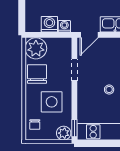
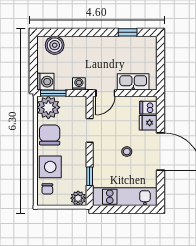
washing machine: (49, 24) -> (45, 82), moved, turned 90
window: (40, 35) -> (53, 93), added
side table: (52, 102) -> (50, 167), moved
window: (74, 128) -> (90, 176), moved

